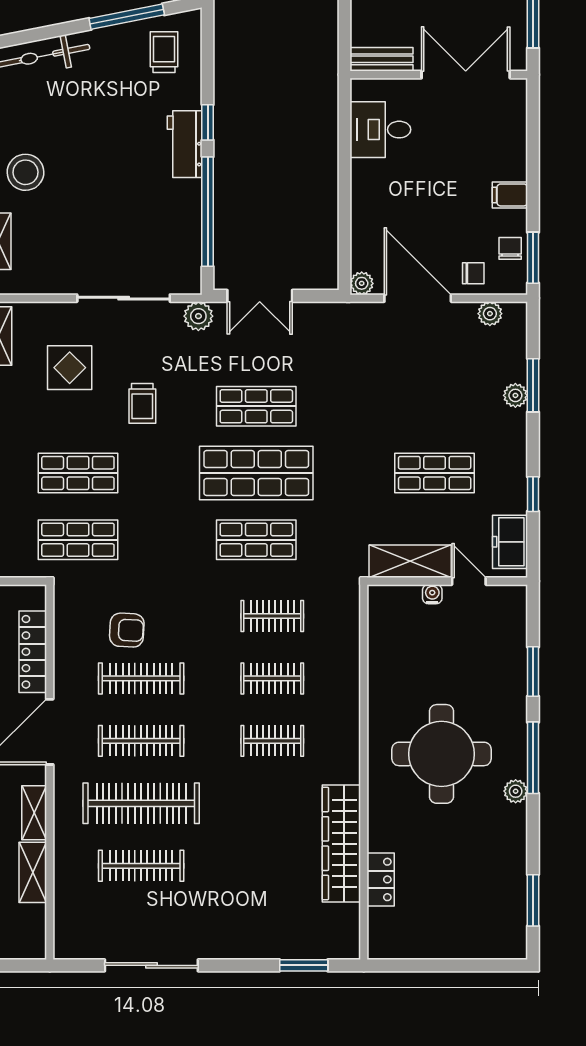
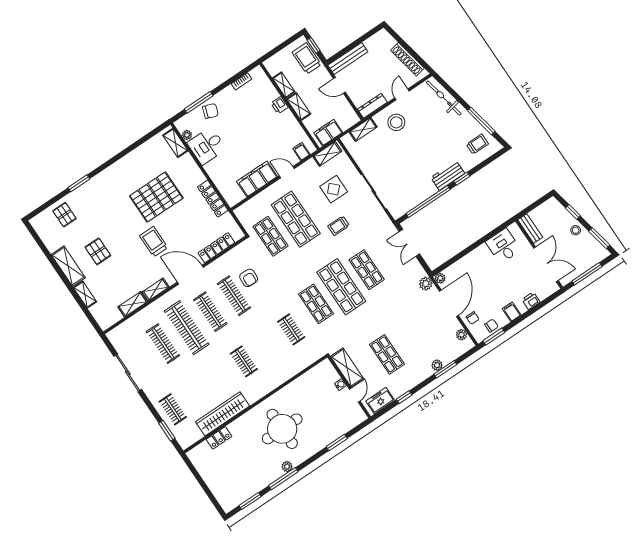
printer: (513, 146) -> (531, 301), added
plant: (198, 316) -> (426, 284), moved
shop shelf: (78, 473) -> (296, 219), width x1.43, depth x1.36
clothes rail: (272, 678) -> (173, 409), moved
window: (533, 758) -> (283, 479), moved

